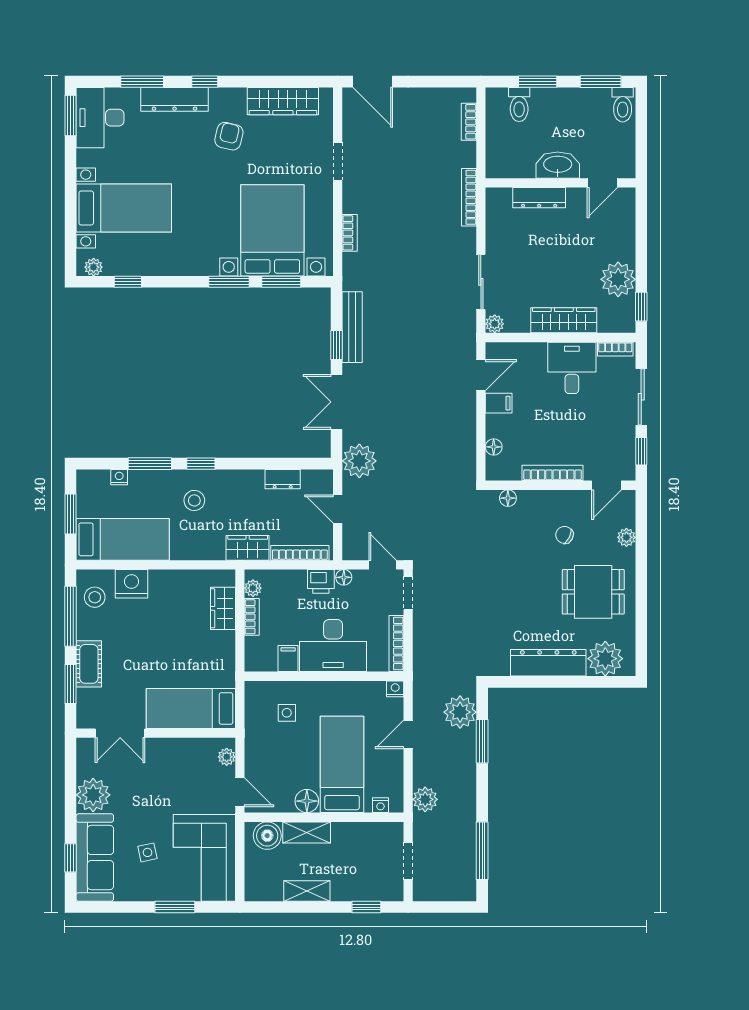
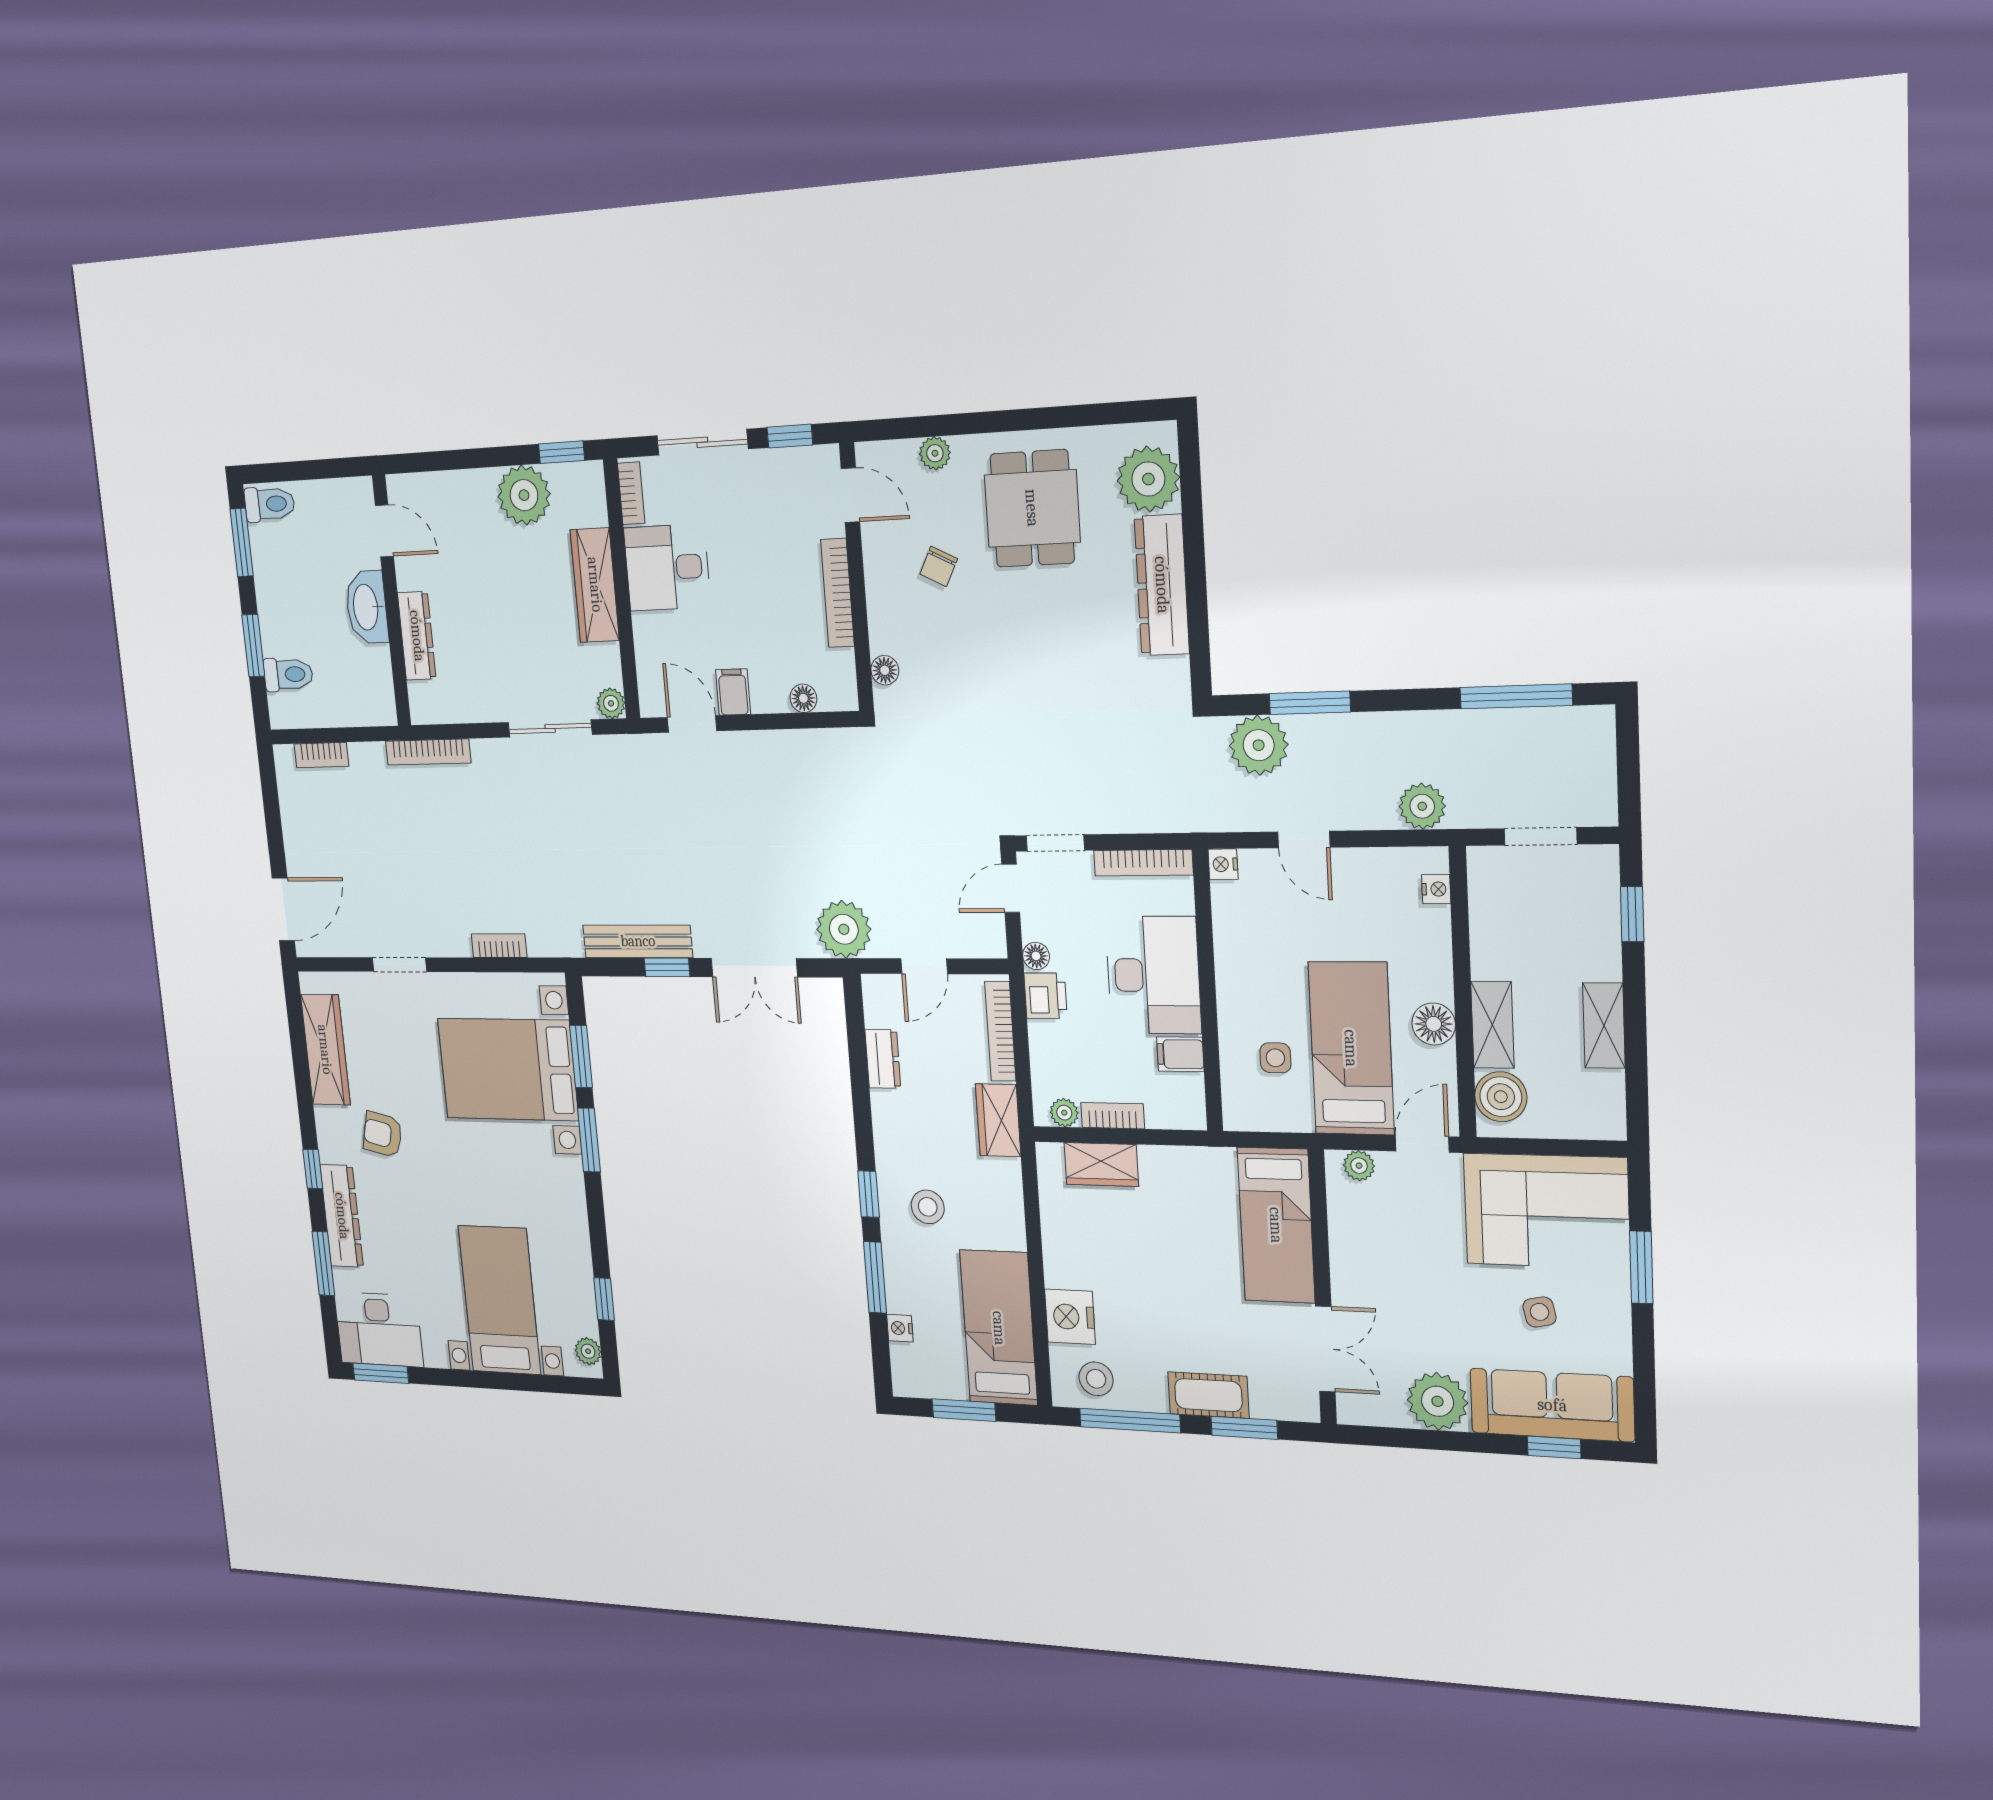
bed: (342, 764) -> (1351, 1048), moved, turned 90

